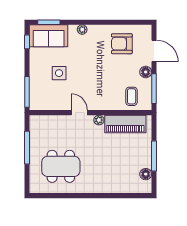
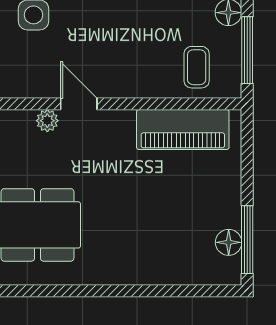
plant: (99, 120) -> (47, 121), moved
window: (154, 156) -> (247, 240), moved

